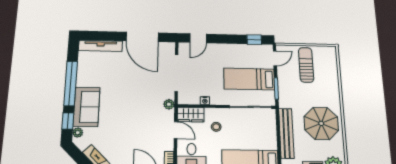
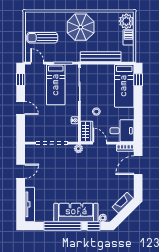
door: (142, 37) -> (21, 171), width x0.53
door: (198, 38) -> (21, 108), moved
sofa: (87, 107) -> (76, 212), width x1.36
parasol: (321, 123) -> (81, 27), moved
door: (176, 130) -> (100, 143), hinge flipped

